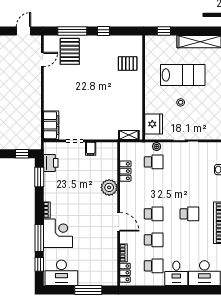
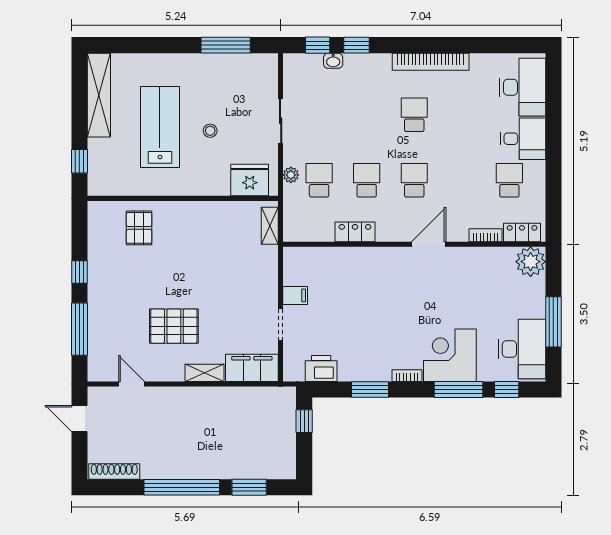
pallet: (70, 51) -> (174, 326), moved
shelving: (48, 99) -> (205, 373), added
locker: (125, 171) -> (355, 232), moved
window: (39, 177) -> (370, 389), moved
plant: (109, 187) -> (531, 262), moved
school desk: (154, 240) -> (367, 180), moved
window: (88, 290) -> (553, 322), moved

